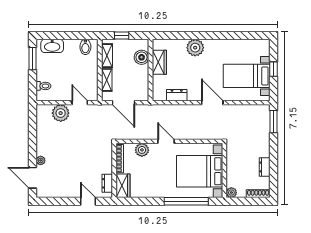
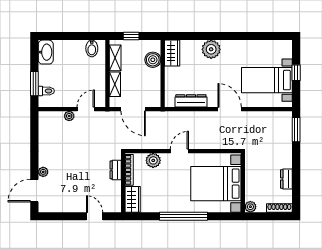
washbasin: (52, 46) -> (46, 52), moved, turned -90
window: (32, 59) -> (34, 84), moved
wardrobe: (159, 62) -> (172, 53), moved
dresser: (177, 95) -> (191, 101), width x1.44
door: (80, 103) -> (86, 109), hinge flipped
plant: (61, 113) -> (69, 116), width x0.53, depth x0.53
door: (166, 141) -> (179, 151), hinge flipped
door: (32, 178) -> (34, 191), hinge flipped
dresser: (107, 183) -> (116, 170), moved
window: (186, 201) -> (183, 216), moved

